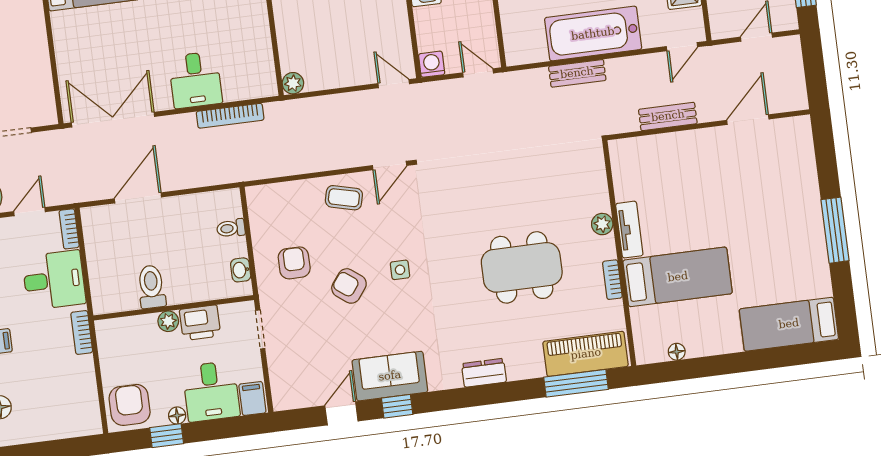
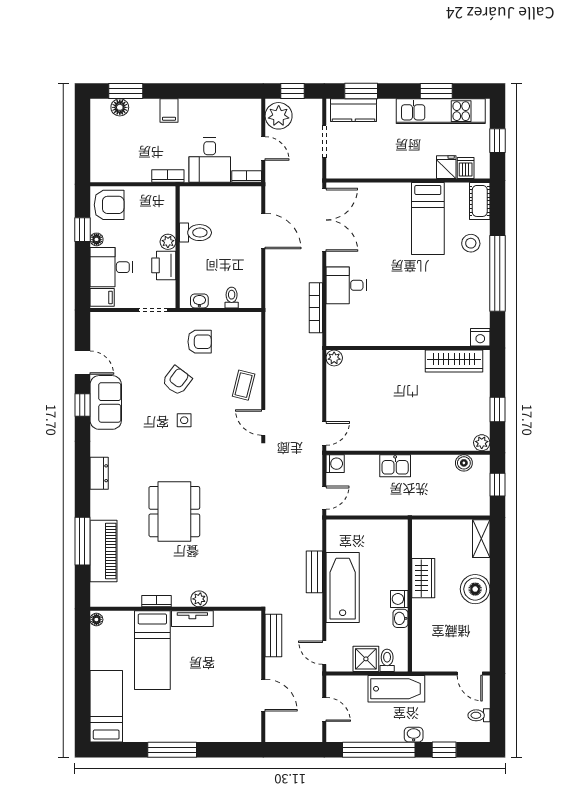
plant: (602, 224) -> (199, 599), moved
tv unit: (629, 230) -> (192, 619), moved
wall: (619, 253) -> (176, 609), moved
bed: (678, 277) -> (152, 650), moved
bookcase: (612, 280) -> (156, 601), moved

